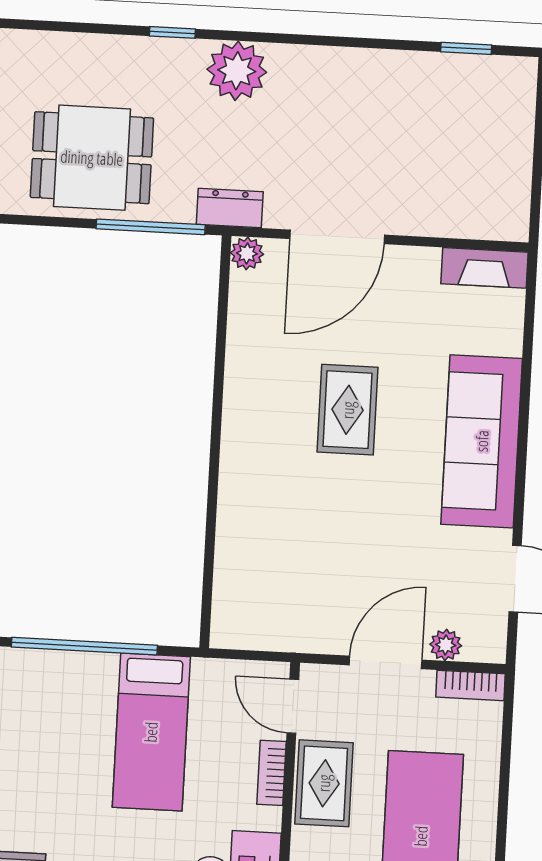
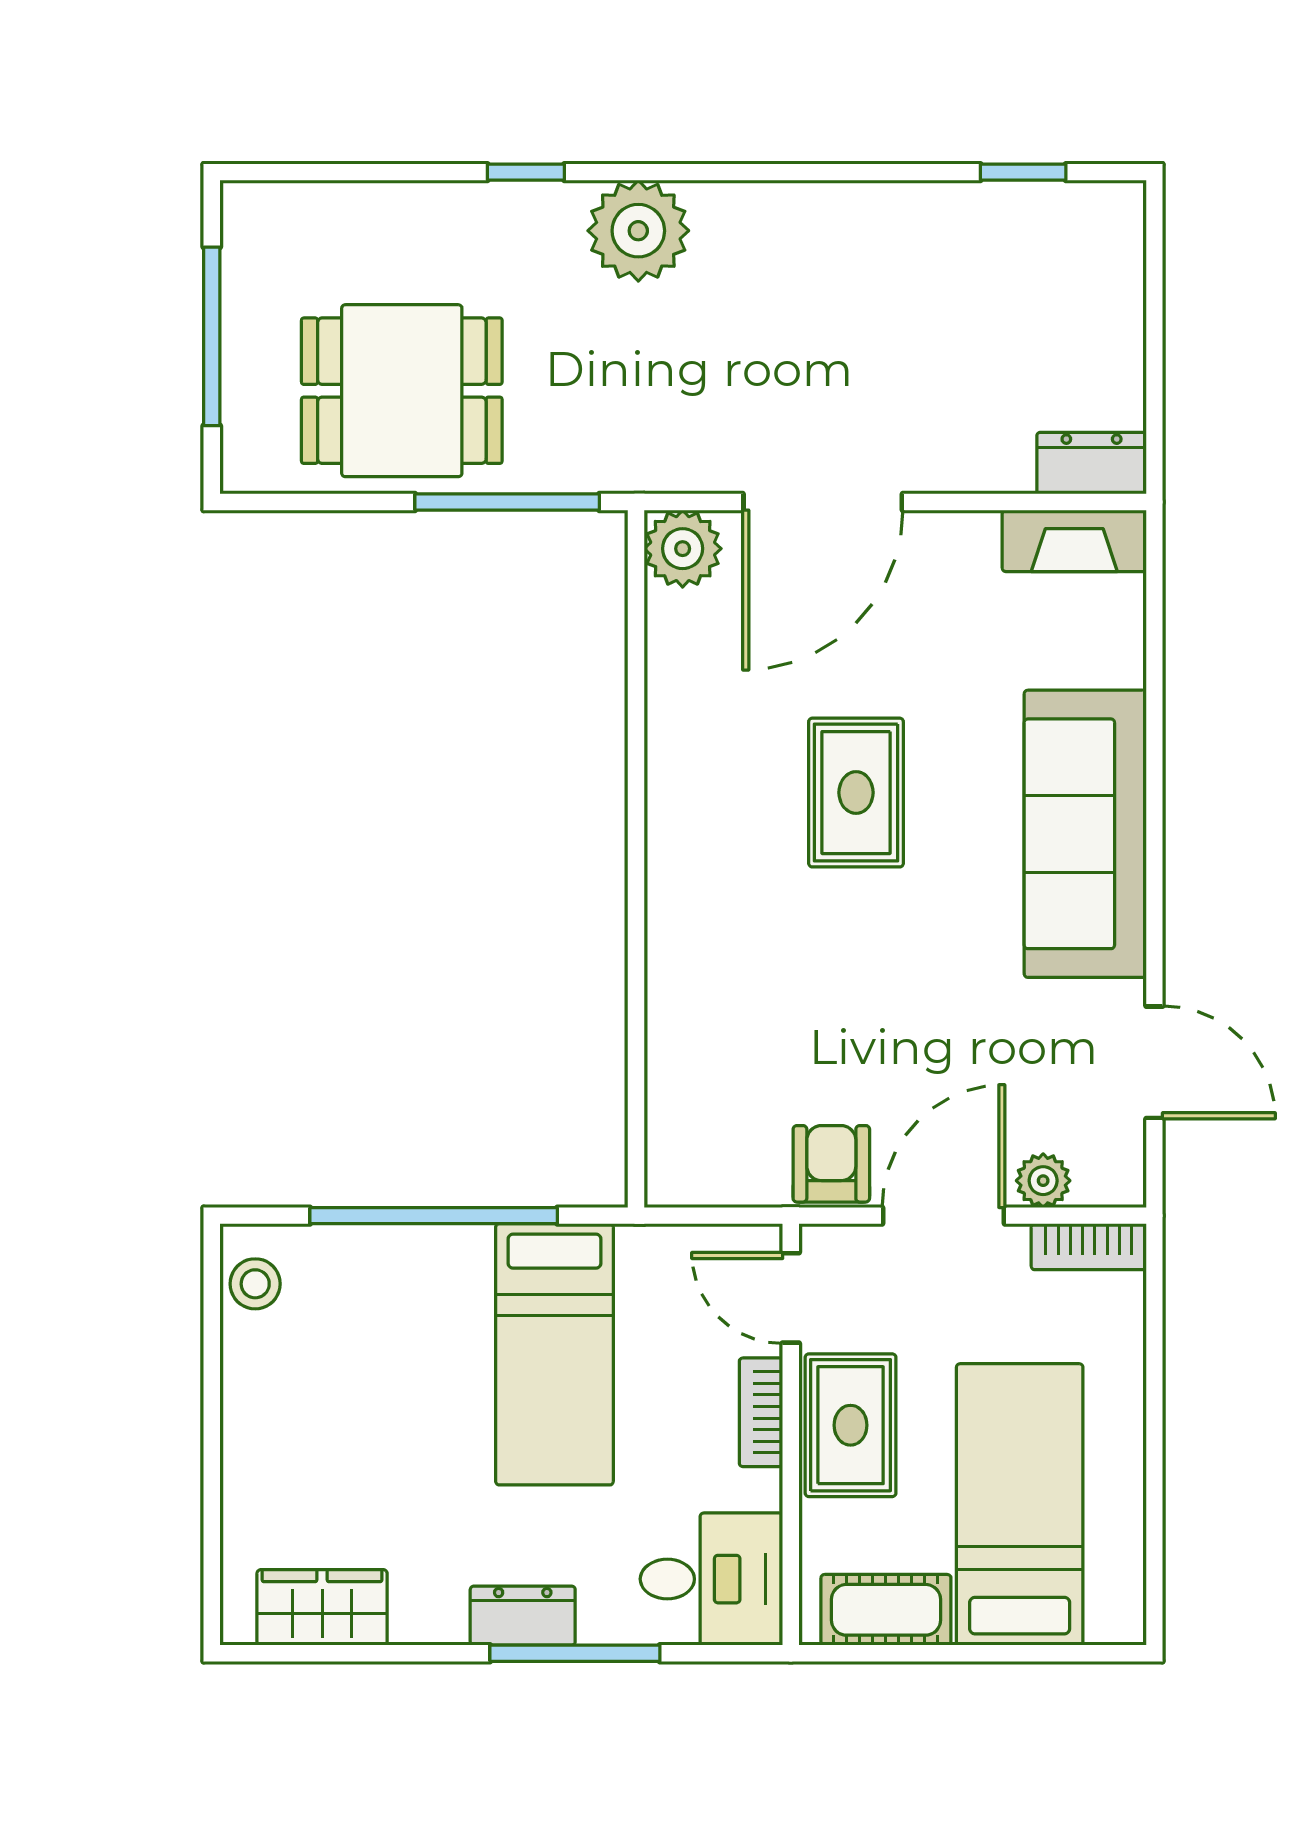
dresser: (230, 208) -> (1092, 463), moved
plant: (247, 253) -> (683, 549), width x1.38, depth x1.38
armchair: (321, 628) -> (831, 1164), added

